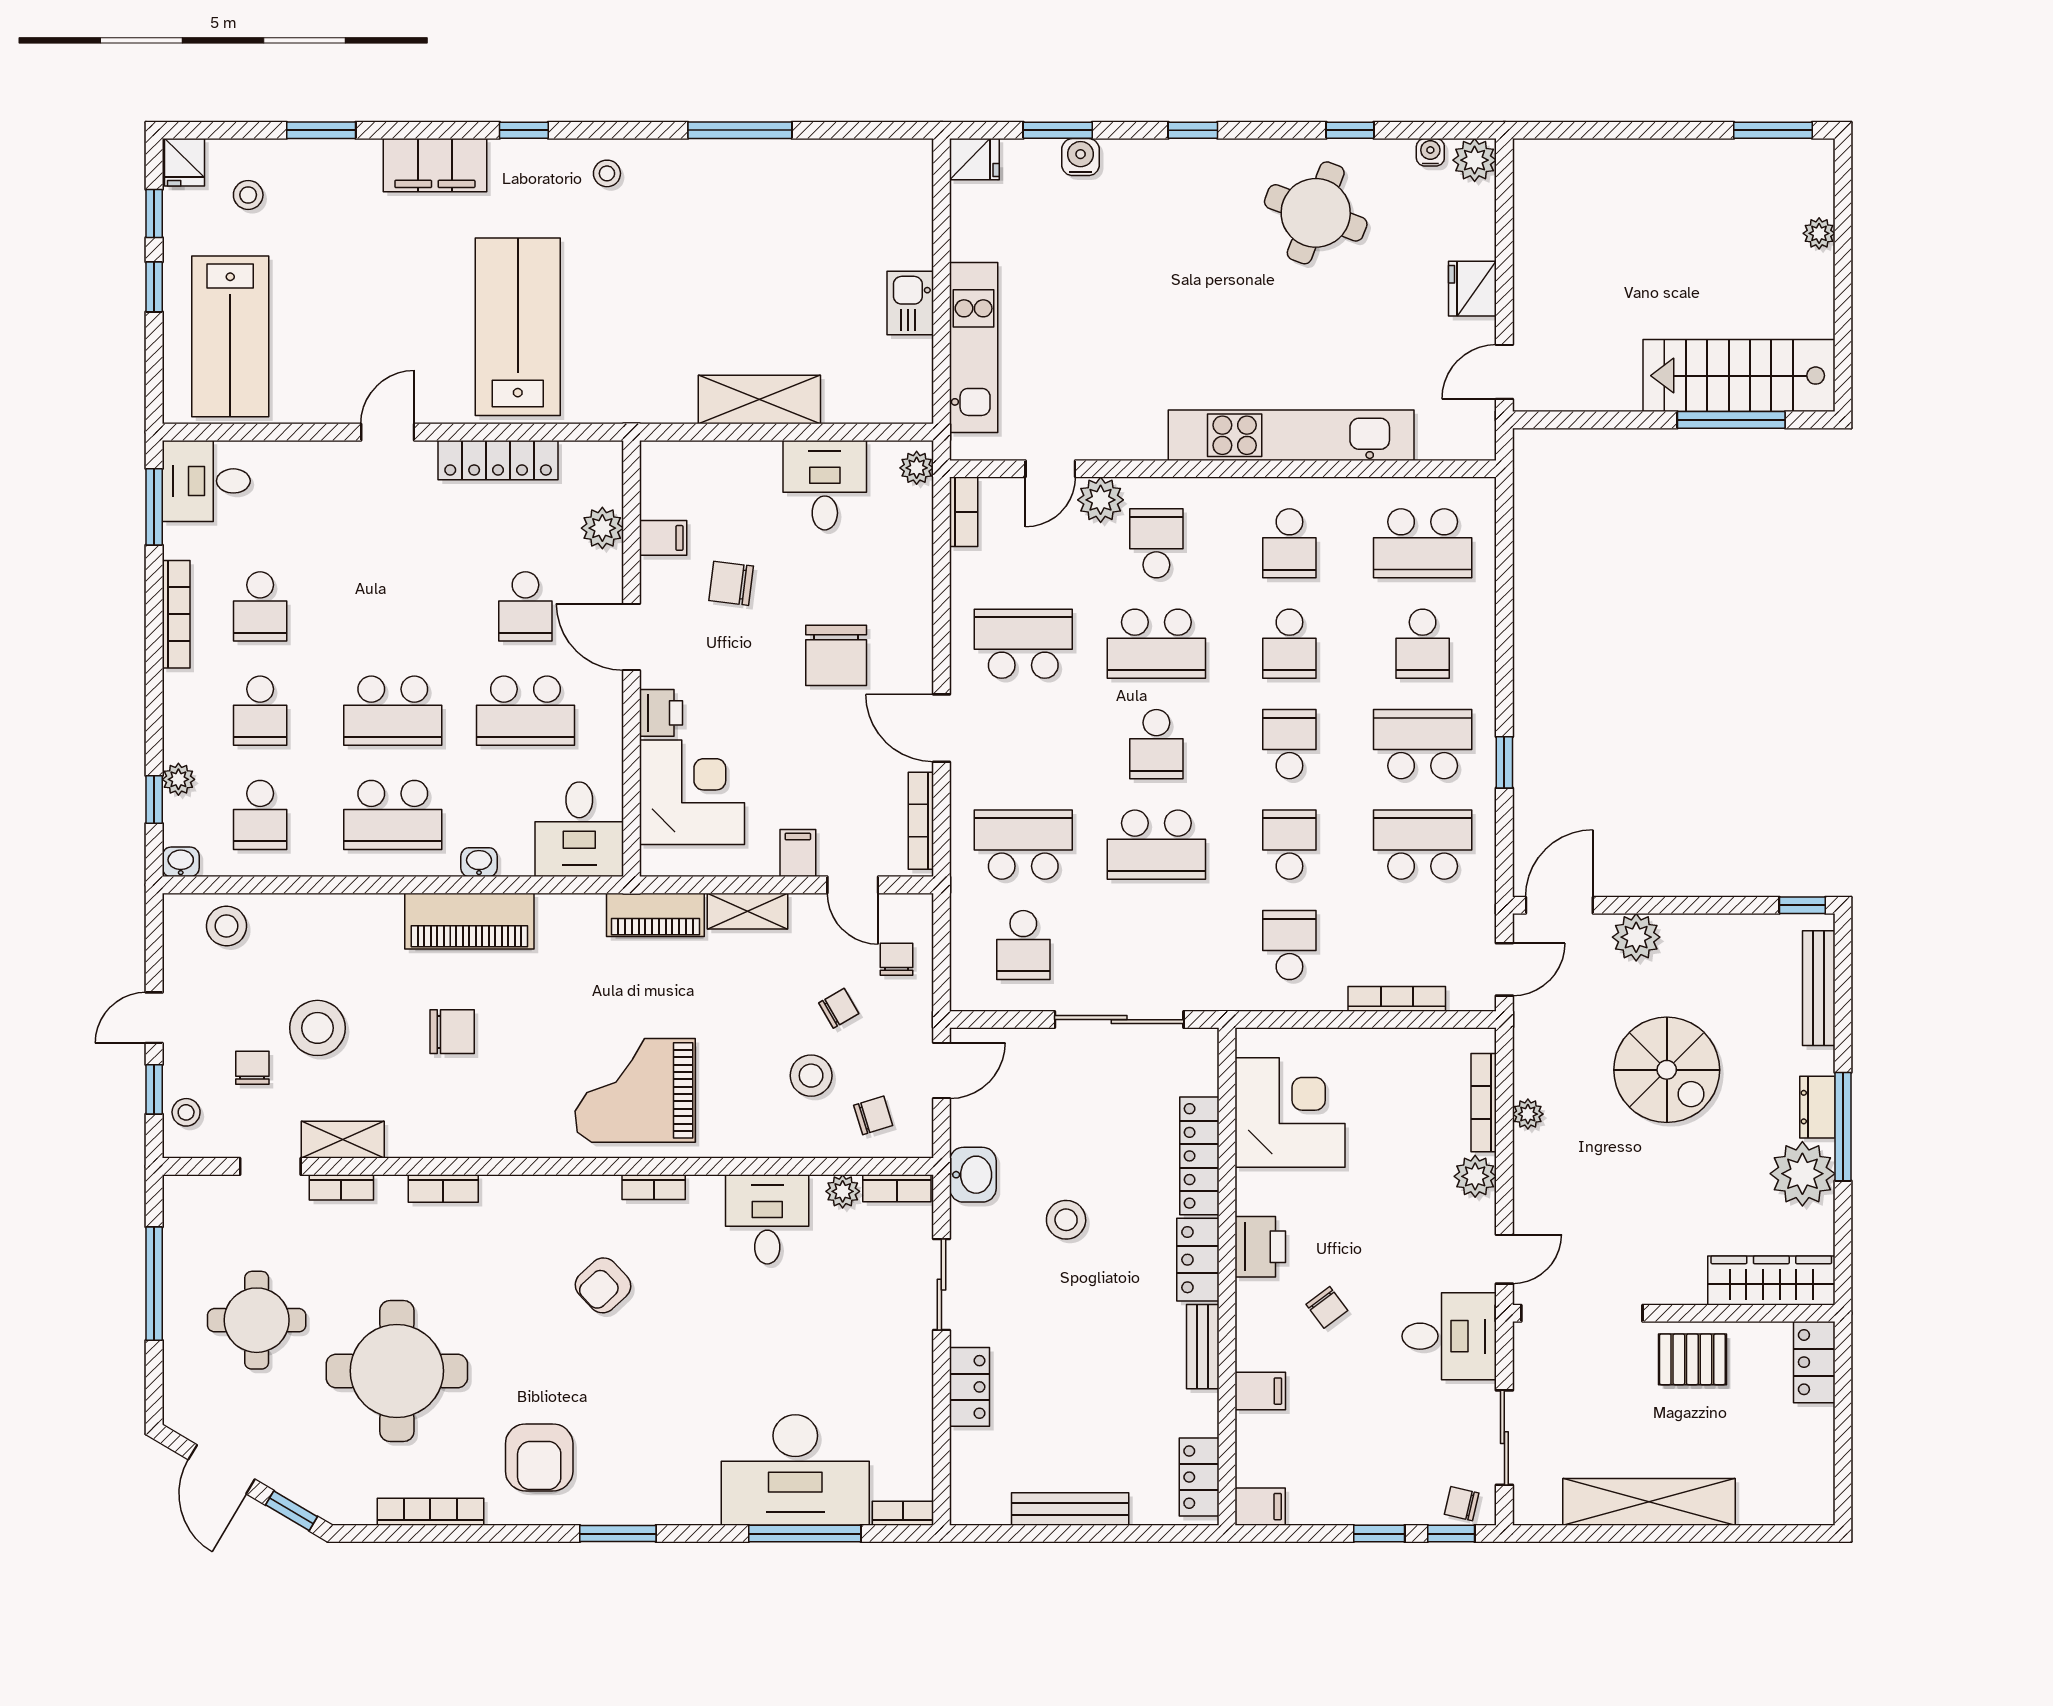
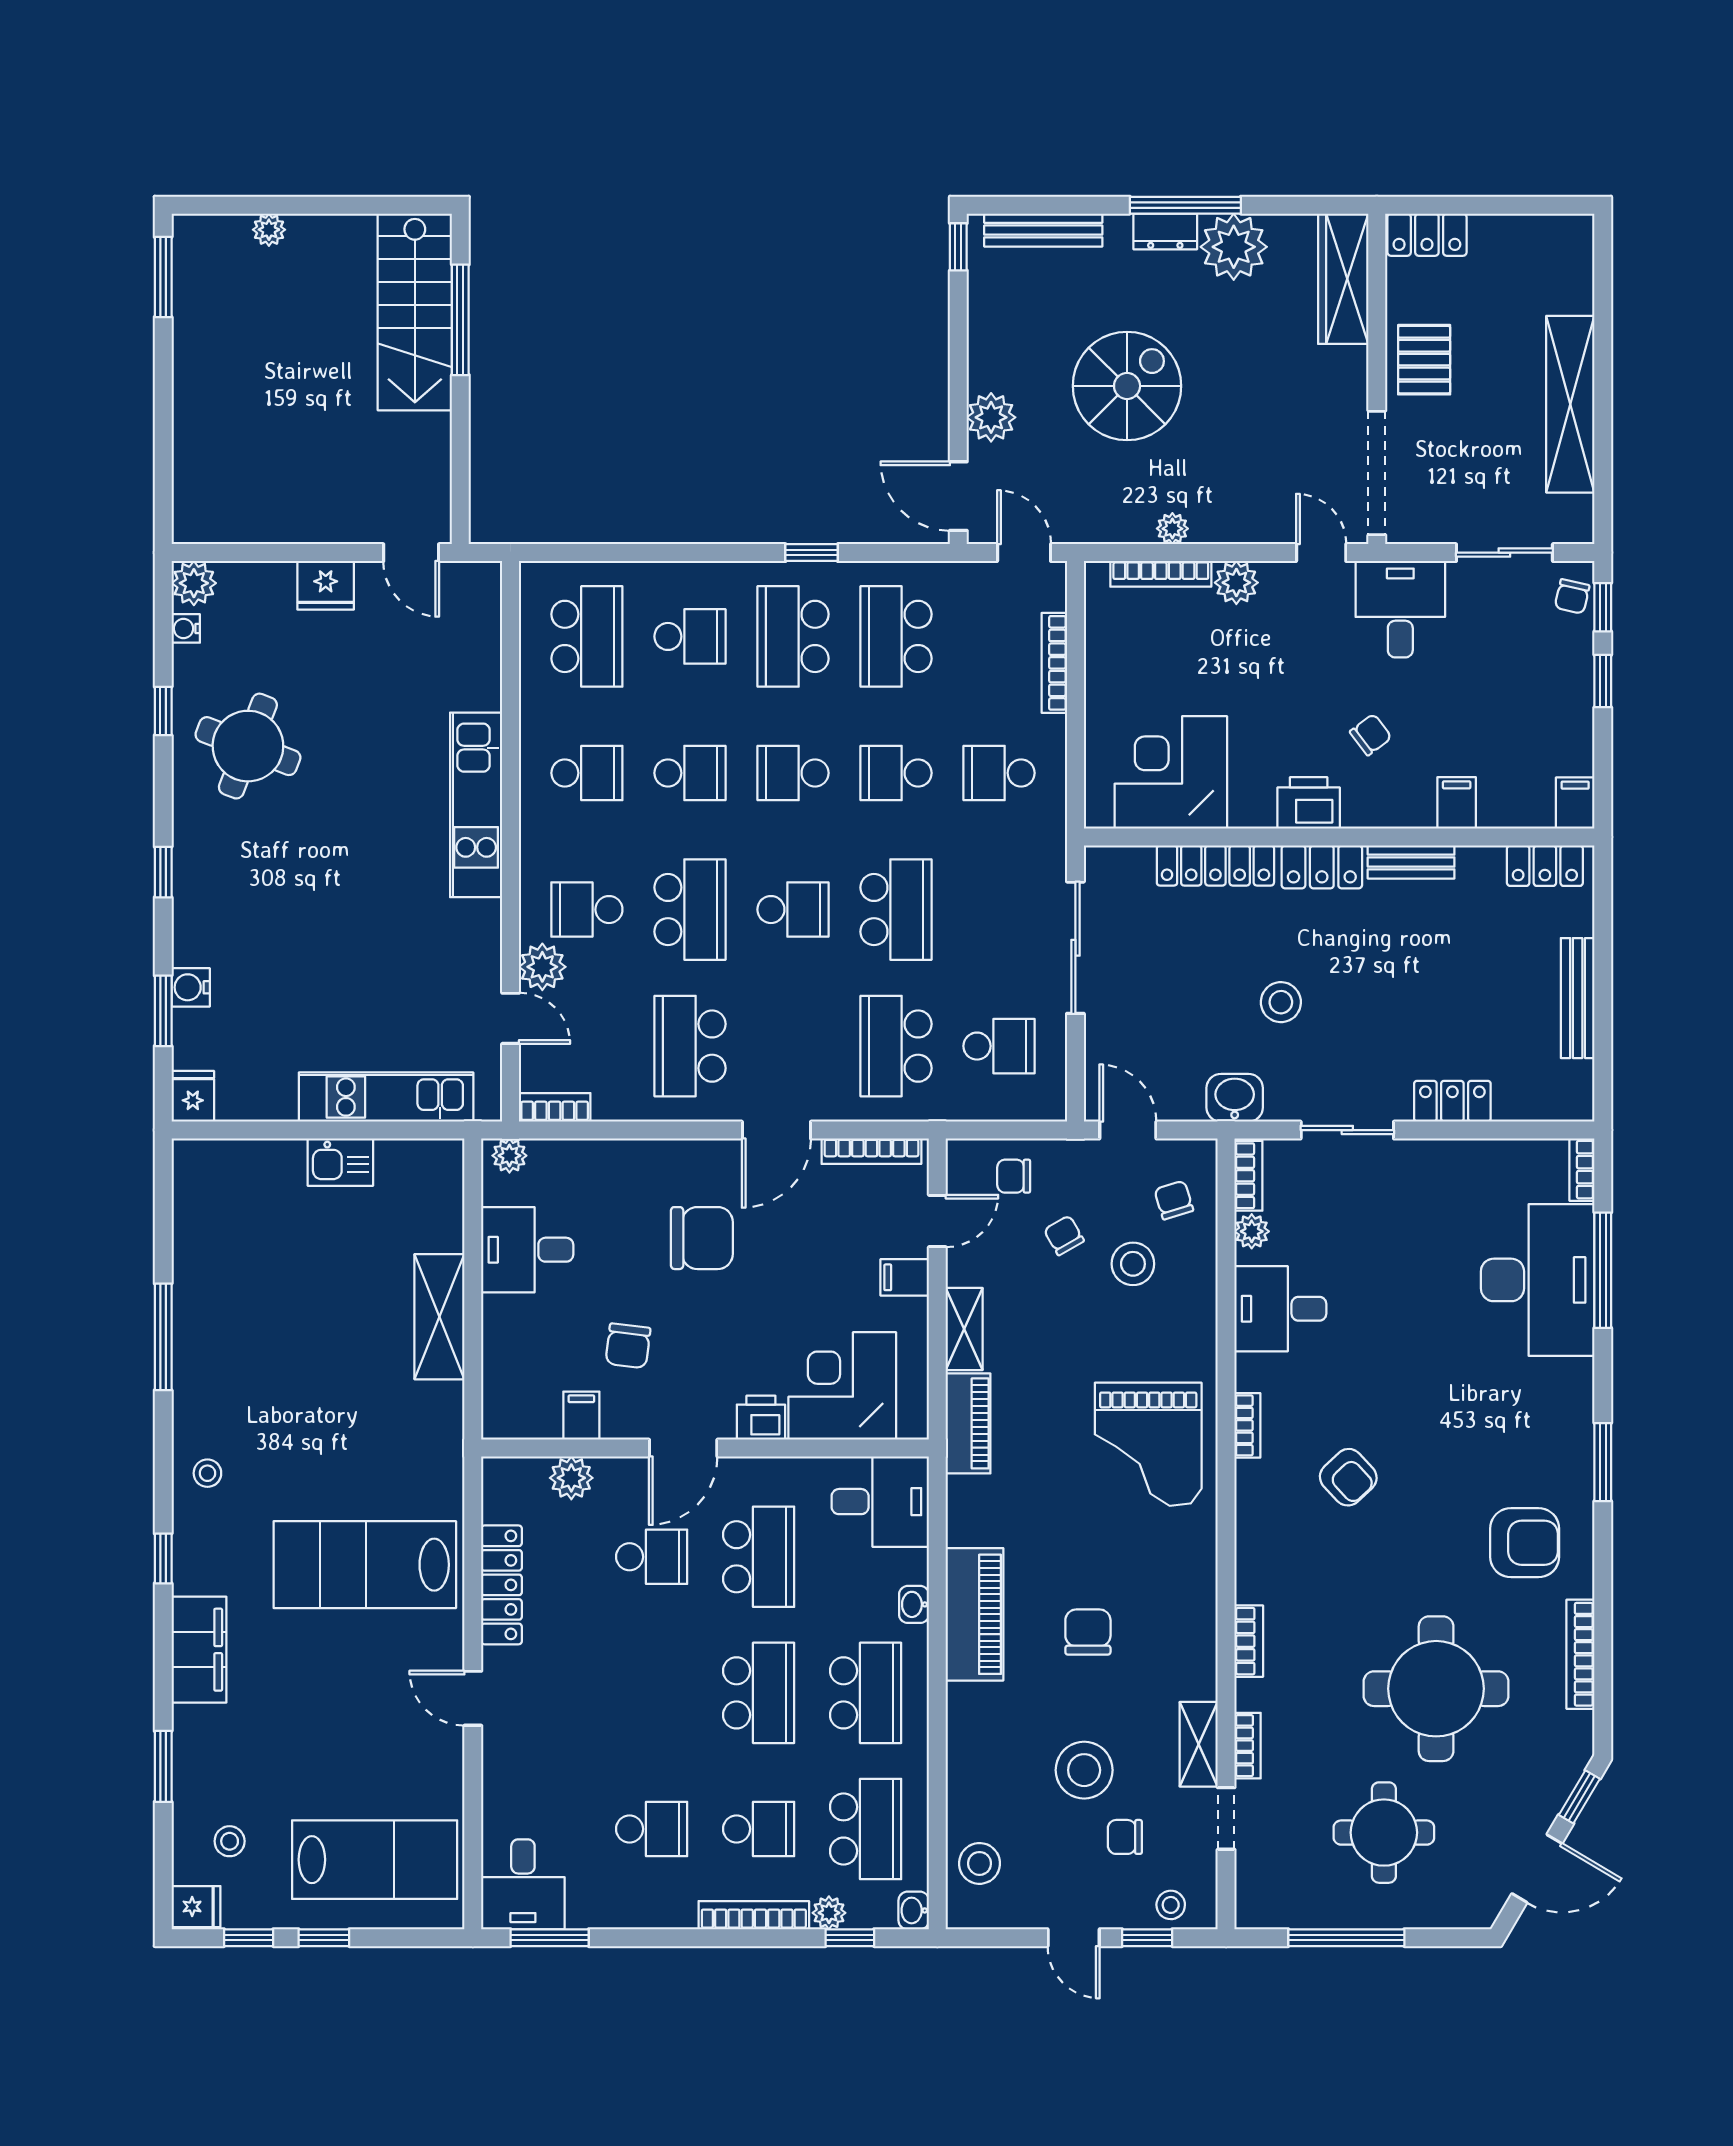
kitchen unit: (1291, 435) -> (476, 805), width x0.73
bookcase: (176, 614) -> (754, 1915), moved
school desk: (260, 815) -> (866, 1829), width x1.85

